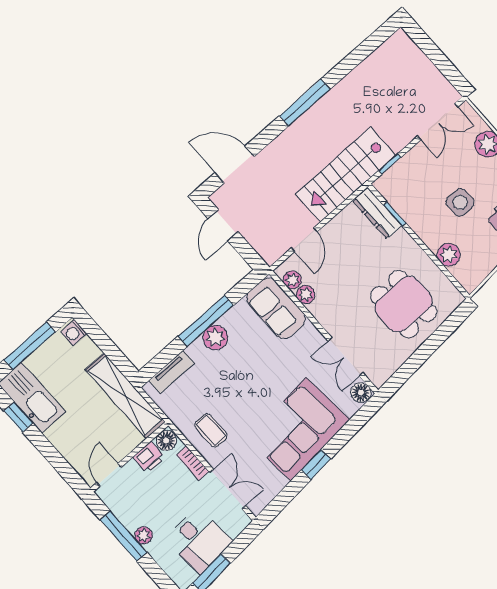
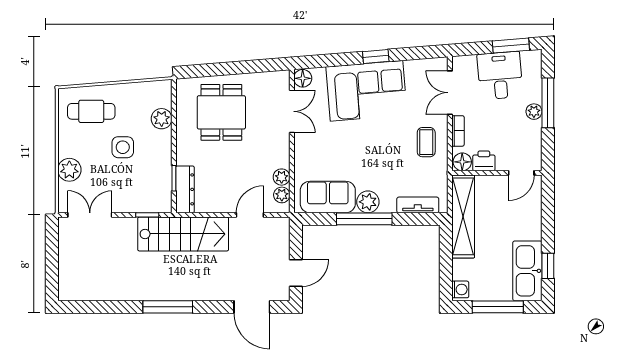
sofa: (276, 308) -> (328, 197), moved, turned -90
window: (124, 536) -> (548, 103), moved

